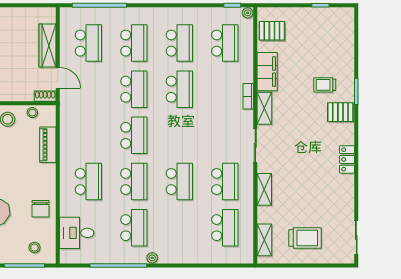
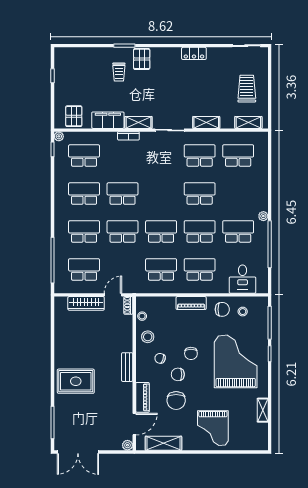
school desk: (88, 135) -> (161, 269), added
piano: (48, 145) -> (191, 303), moved
locker: (347, 159) -> (194, 53), moved
stool: (34, 248) -> (243, 312), moved

